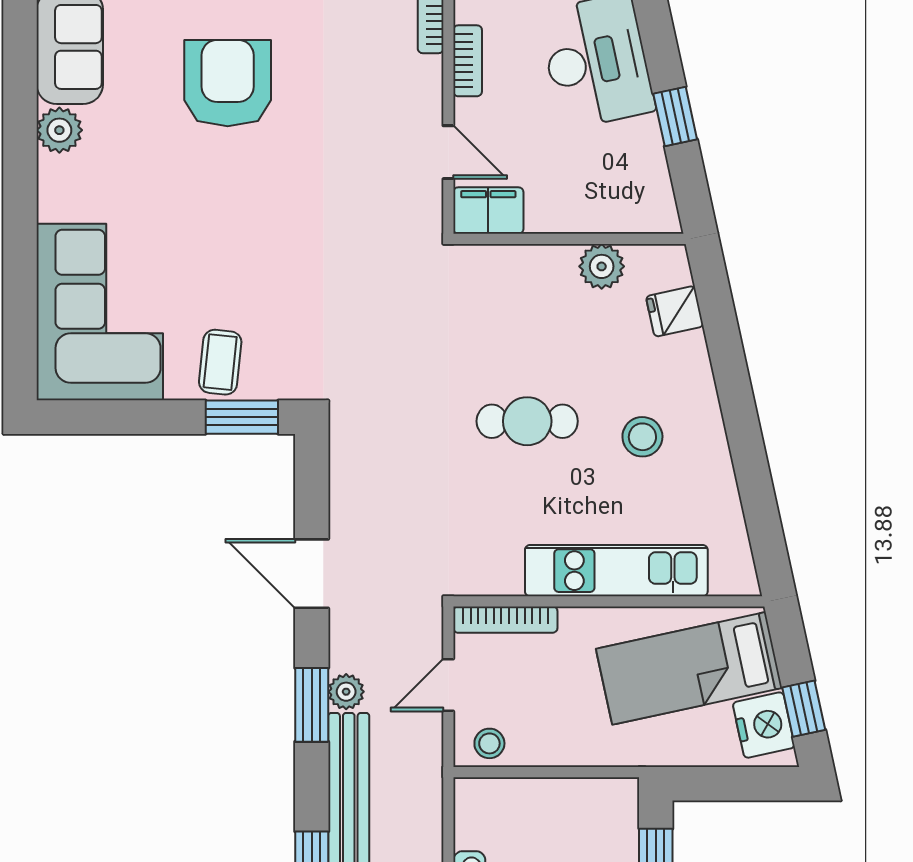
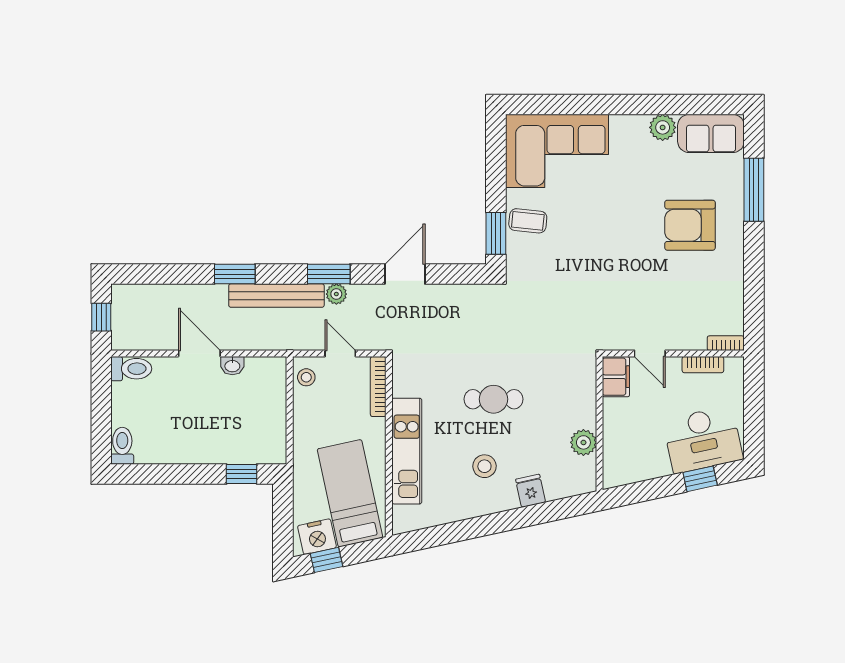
armchair: (228, 83) -> (690, 225), turned 180
window: (675, 116) -> (700, 479), moved
door: (448, 152) -> (650, 353), hinge flipped
fridge: (675, 311) -> (531, 491), moved
cafe table: (527, 421) -> (493, 399), turned 90

